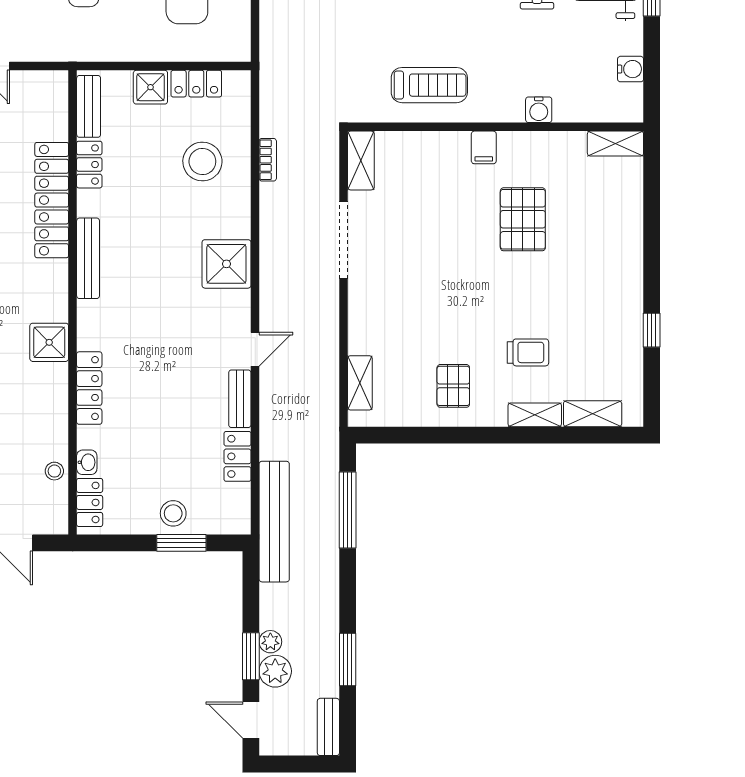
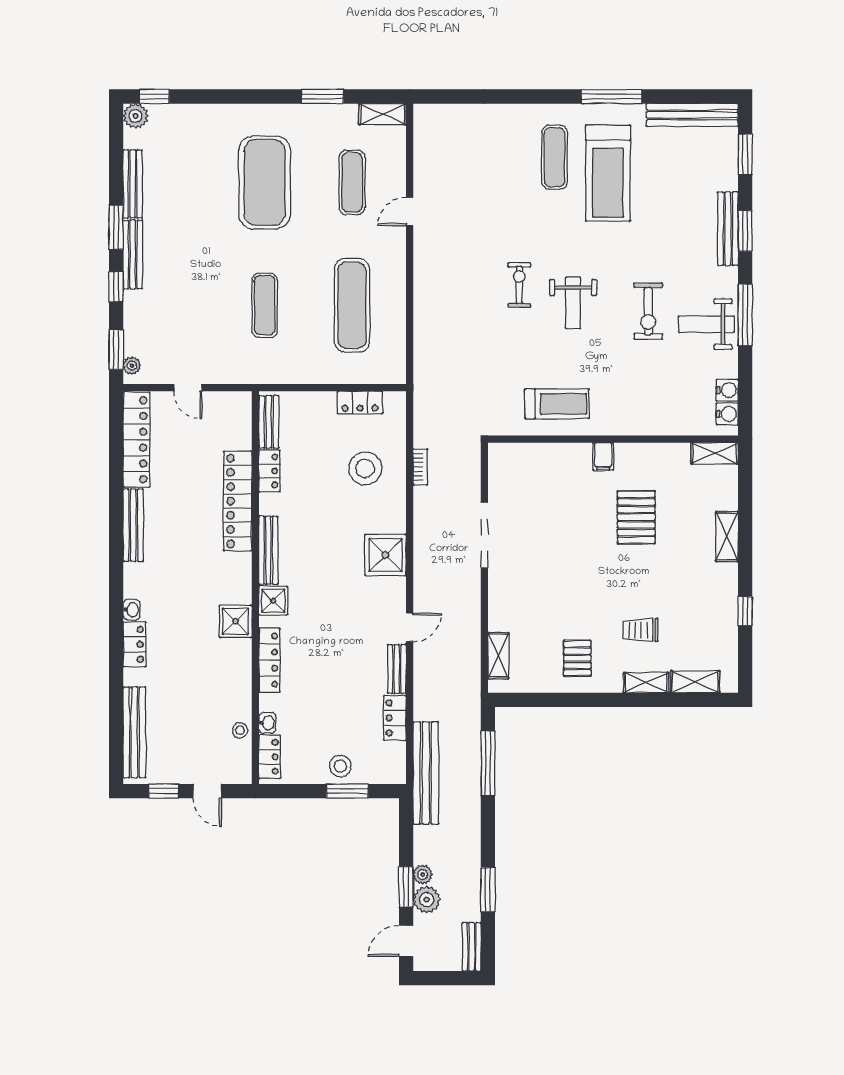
shower: (150, 87) -> (273, 601), moved
water cooler: (539, 110) -> (727, 414), moved, turned -90
shelving: (361, 161) -> (727, 537), moved
trolley: (528, 352) -> (640, 630), turned 180
door: (251, 720) -> (406, 941), hinge flipped

